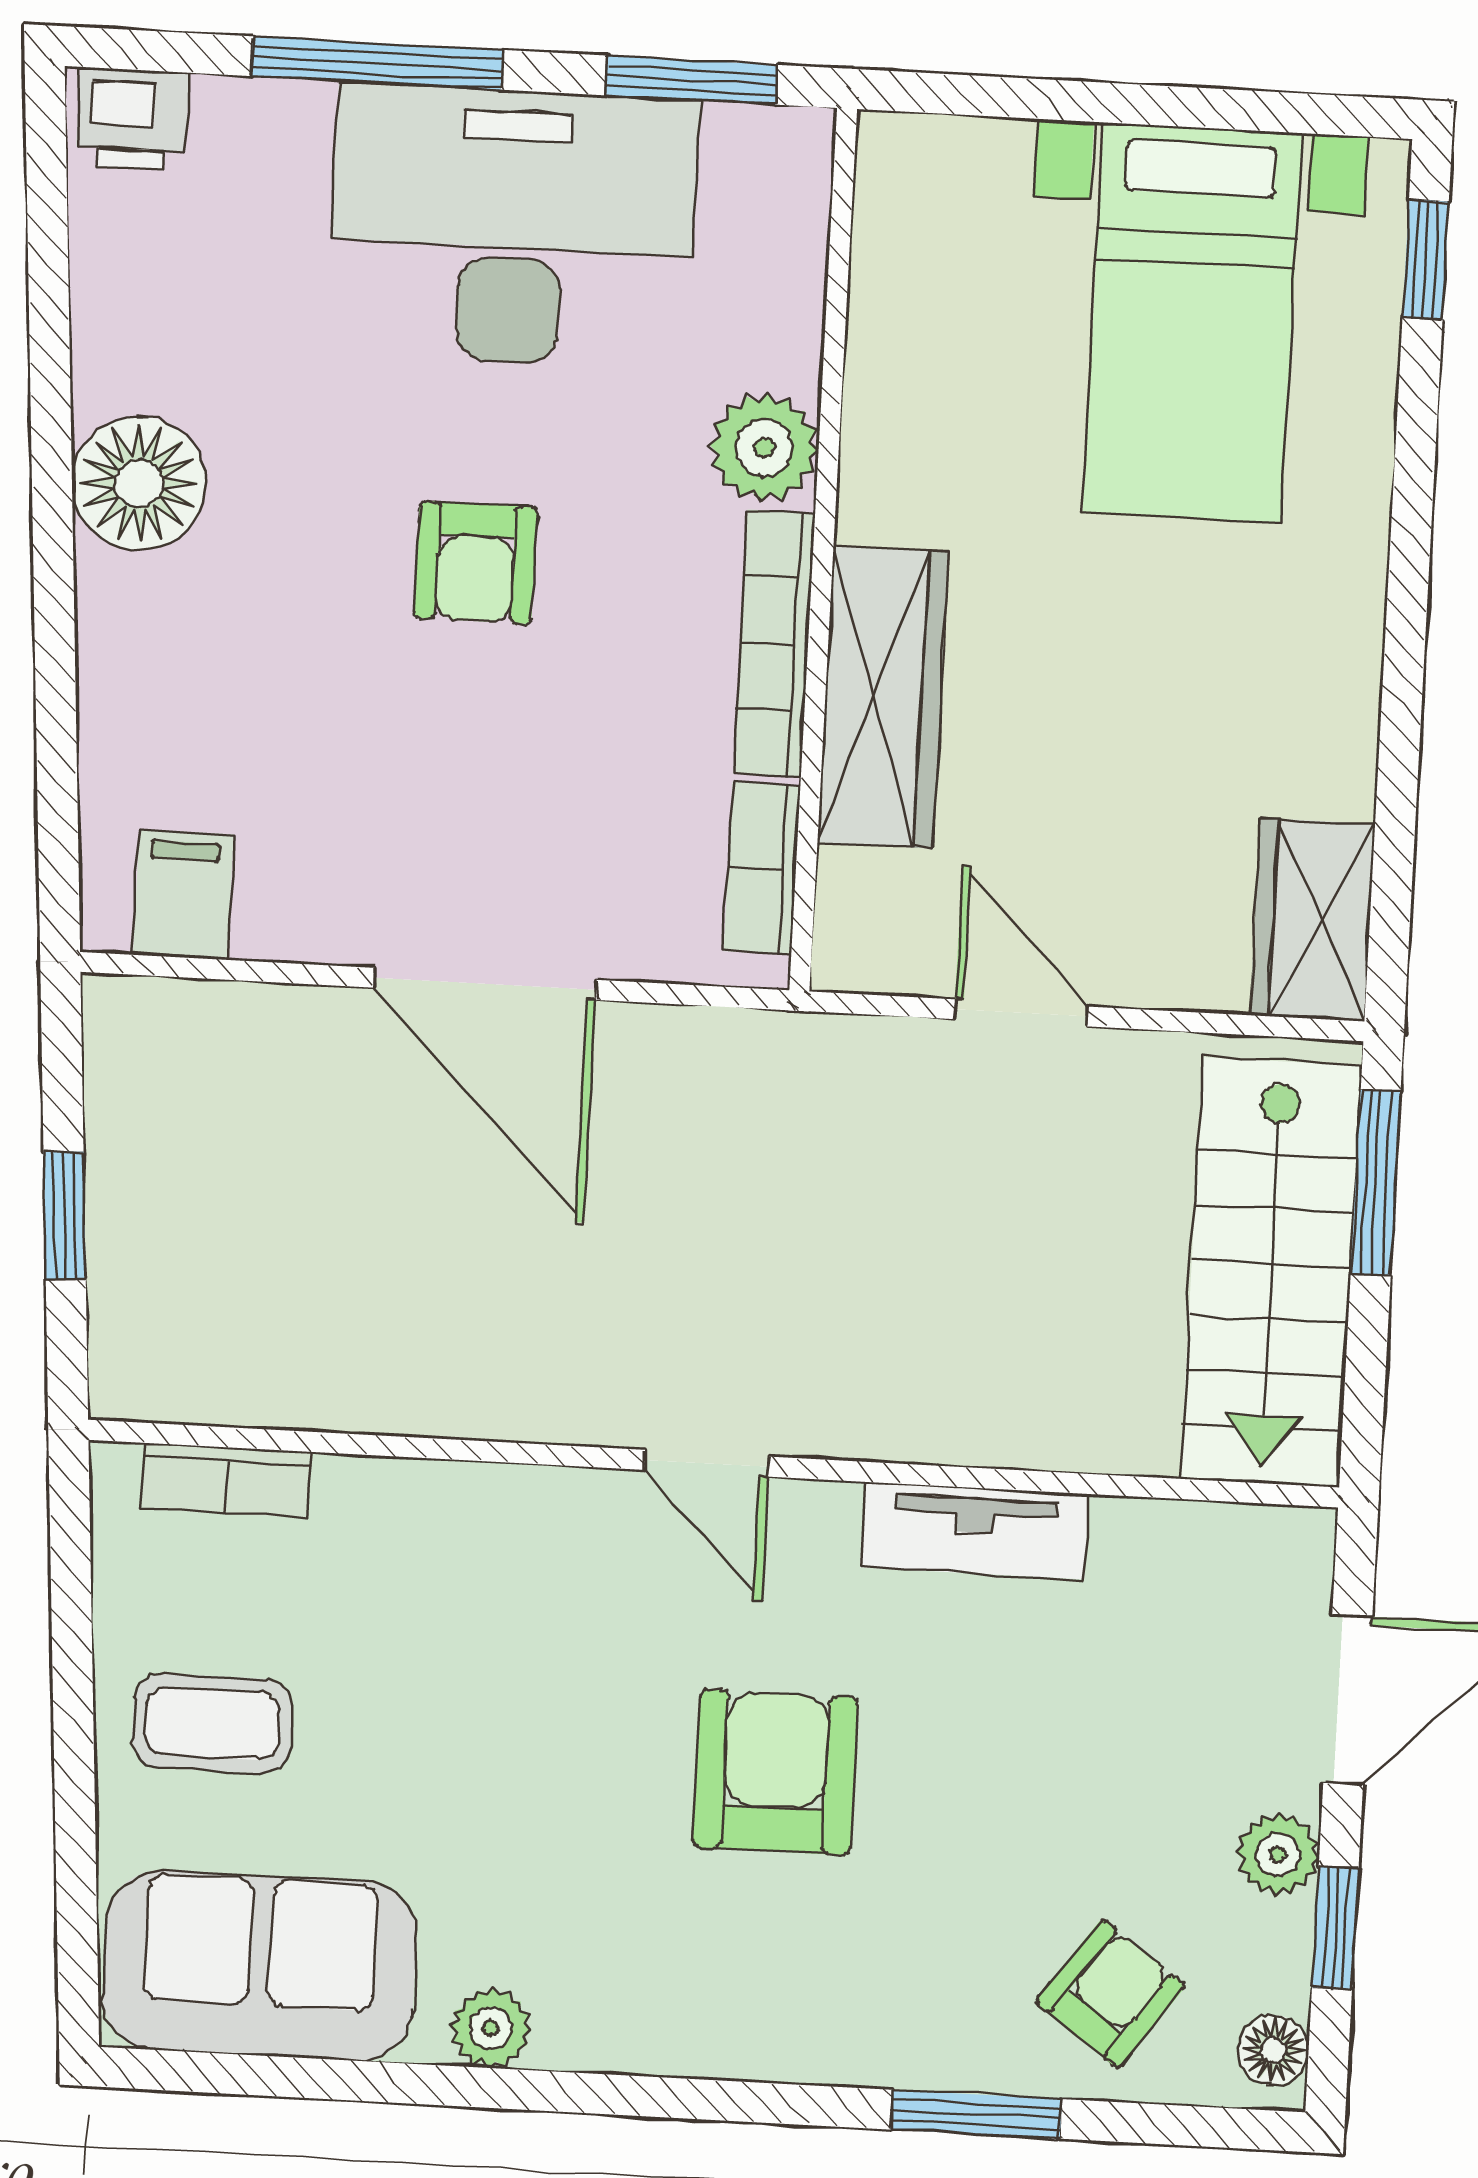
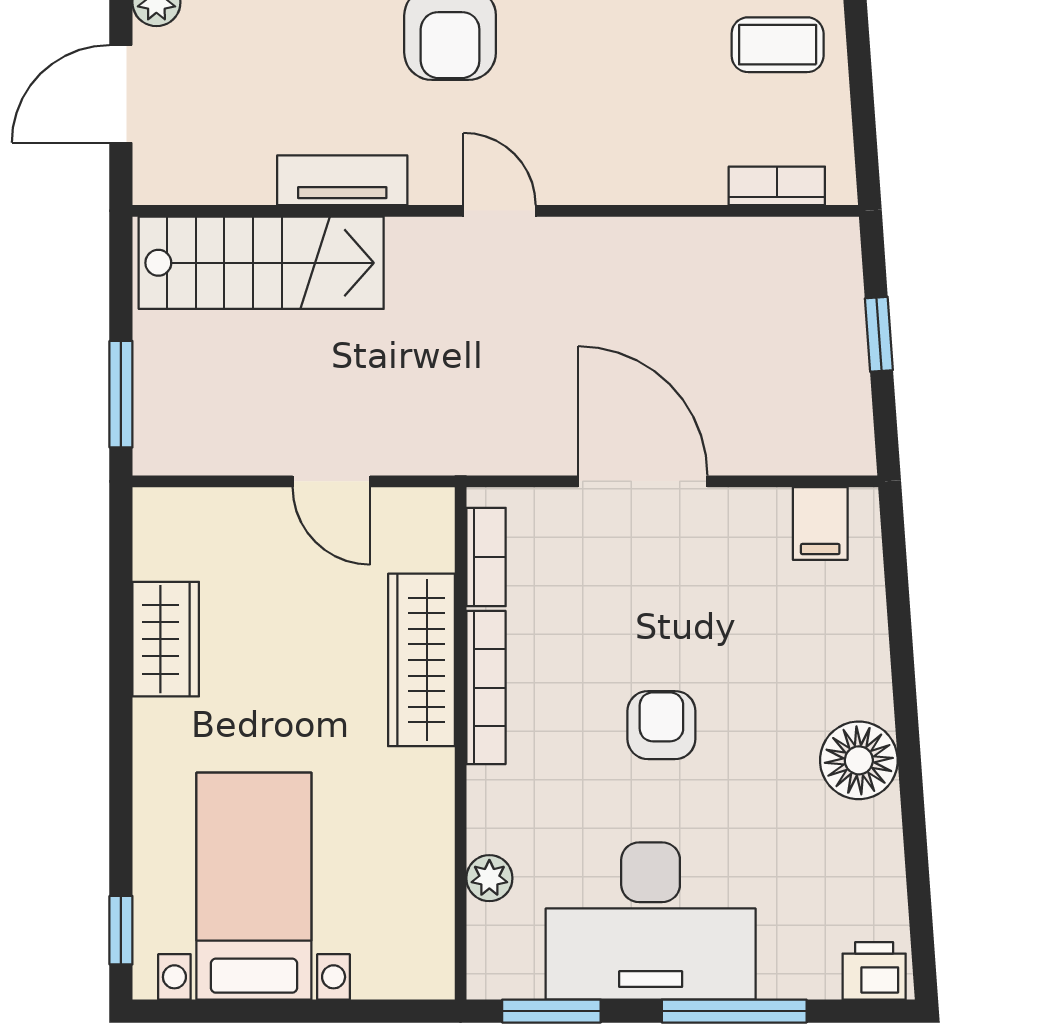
plant: (764, 448) -> (489, 878), moved, width x0.73, depth x0.73
wardrobe: (1313, 920) -> (166, 639), moved
stairs: (1271, 1272) -> (261, 263), moved, turned 90

